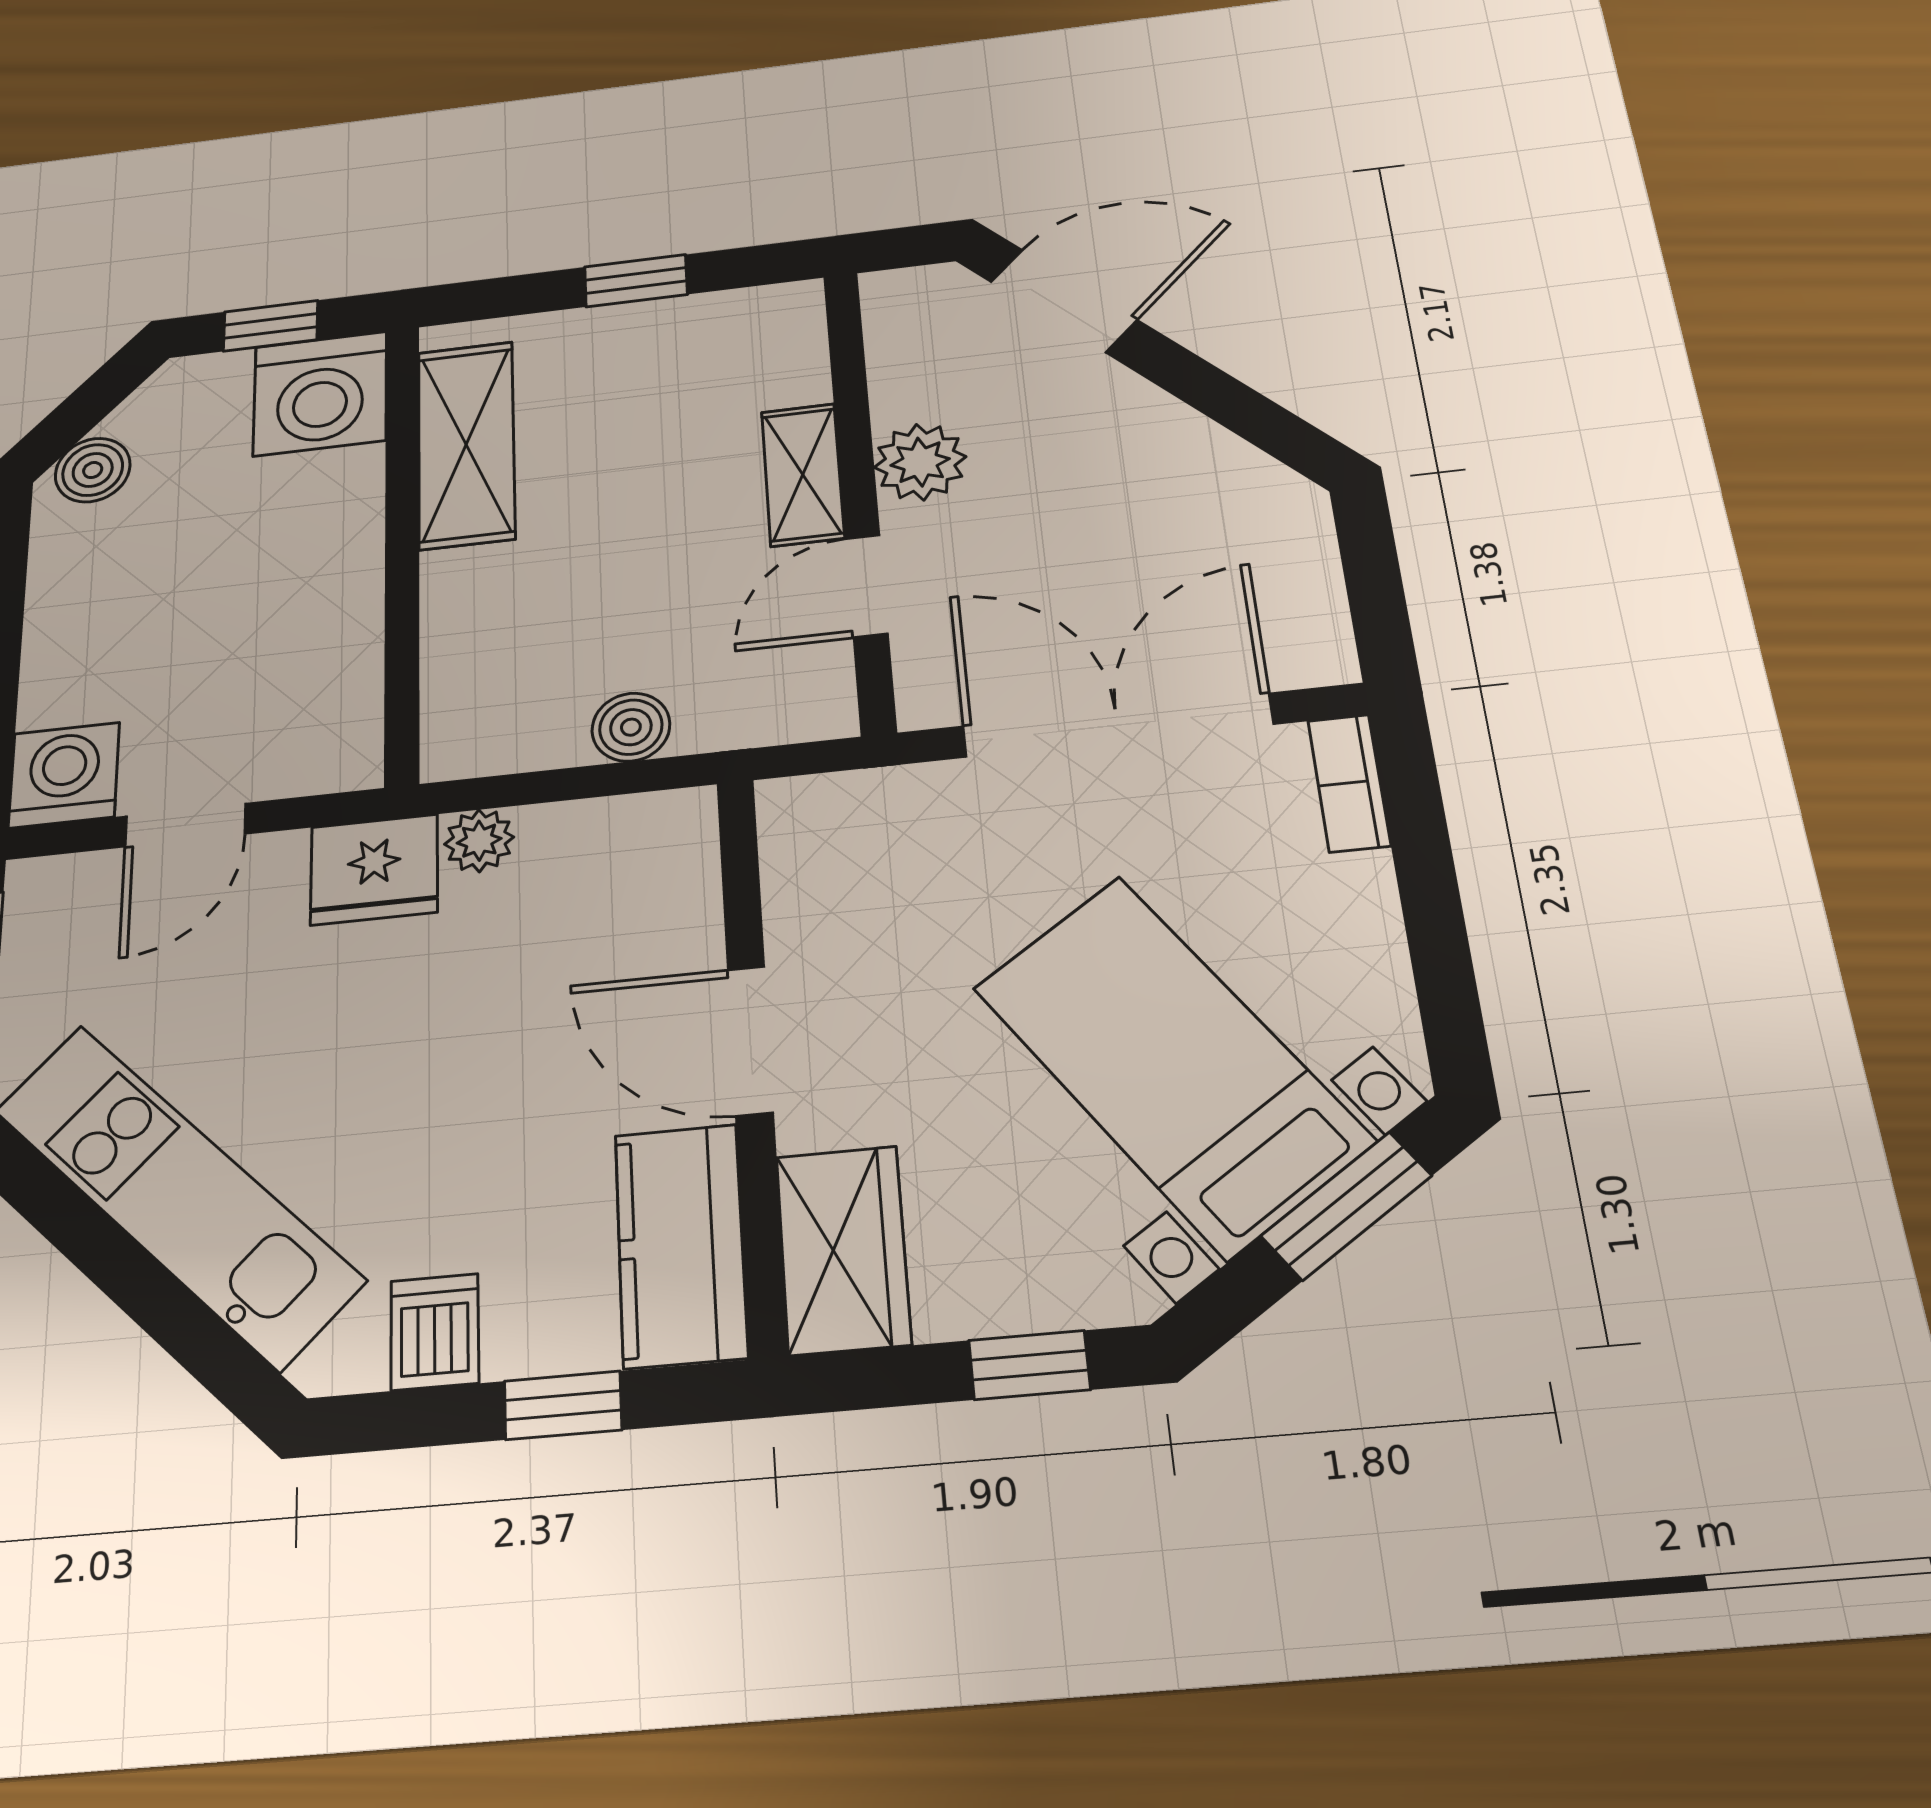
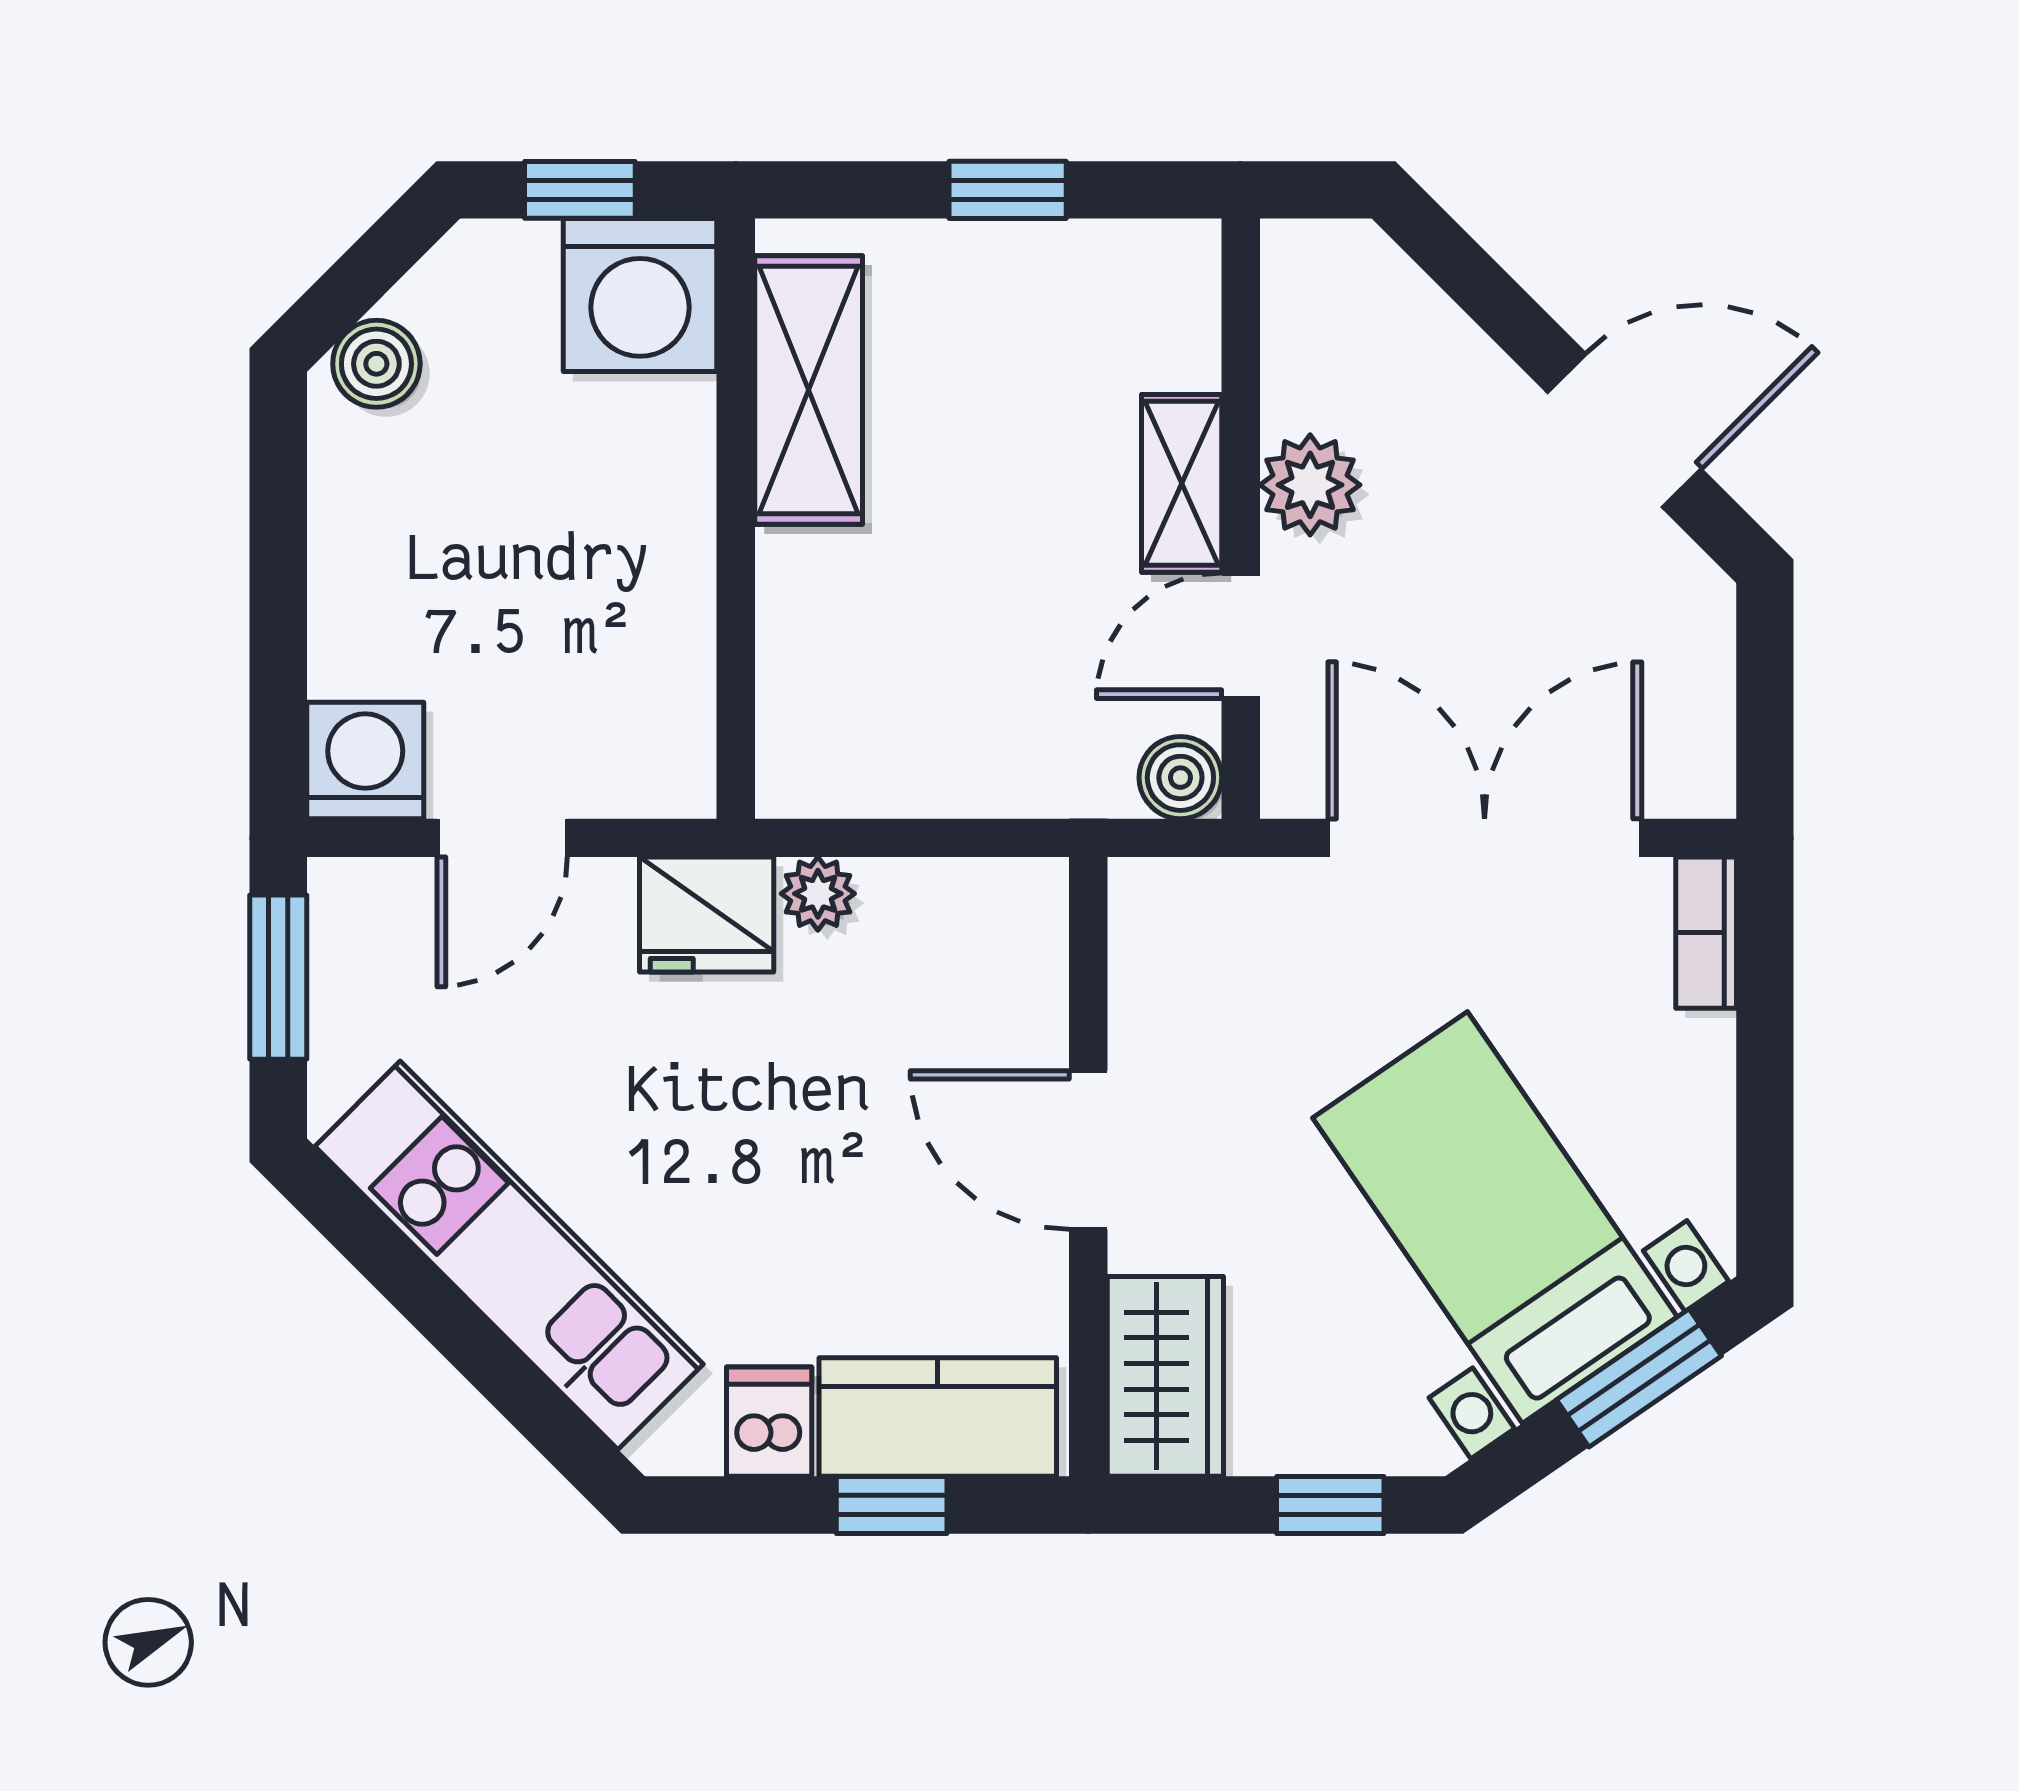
door: (1063, 301) -> (1624, 431), moved
boiler: (631, 727) -> (1180, 778), moved
kitchen counter: (681, 1245) -> (938, 1417), moved, turned 90

